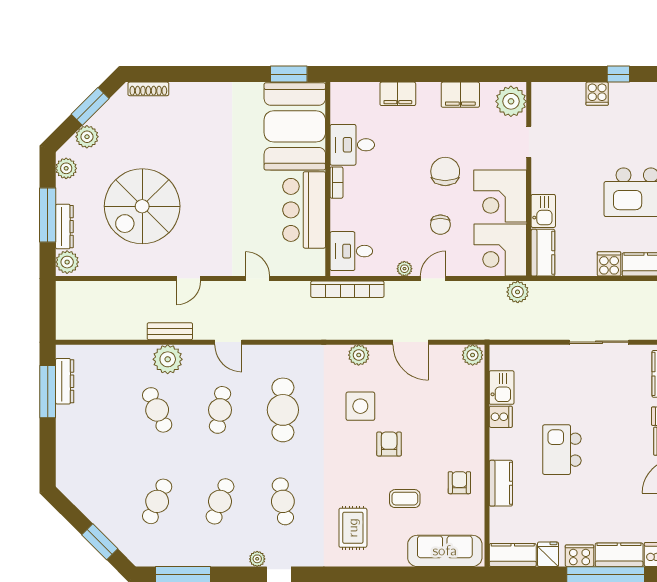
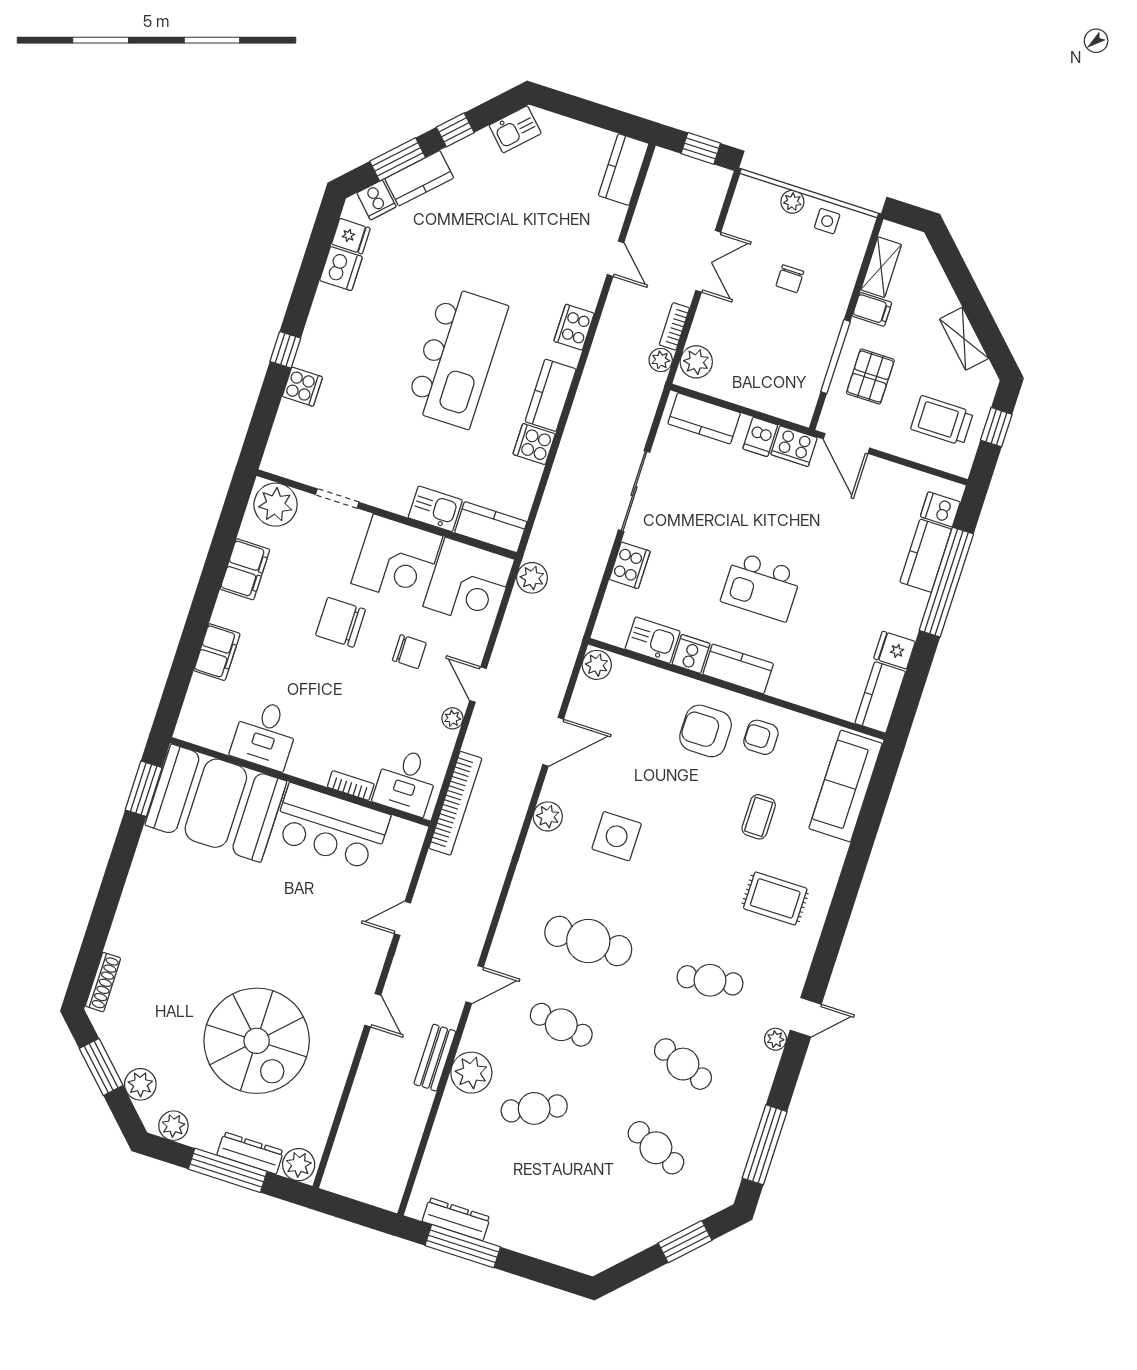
bookcase: (337, 183) -> (351, 785), moved
armchair: (389, 444) -> (706, 731), moved, width x1.38, depth x1.38
kitchen counter: (501, 483) -> (738, 669), moved
cooker: (580, 556) -> (630, 565), moved, turned 180

